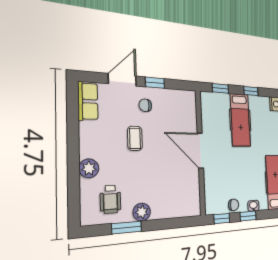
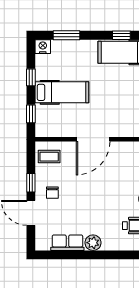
row of seats: (88, 101) -> (67, 243), moved
coffee table: (135, 138) -> (49, 157), moved
plant: (89, 168) -> (93, 243), moved

